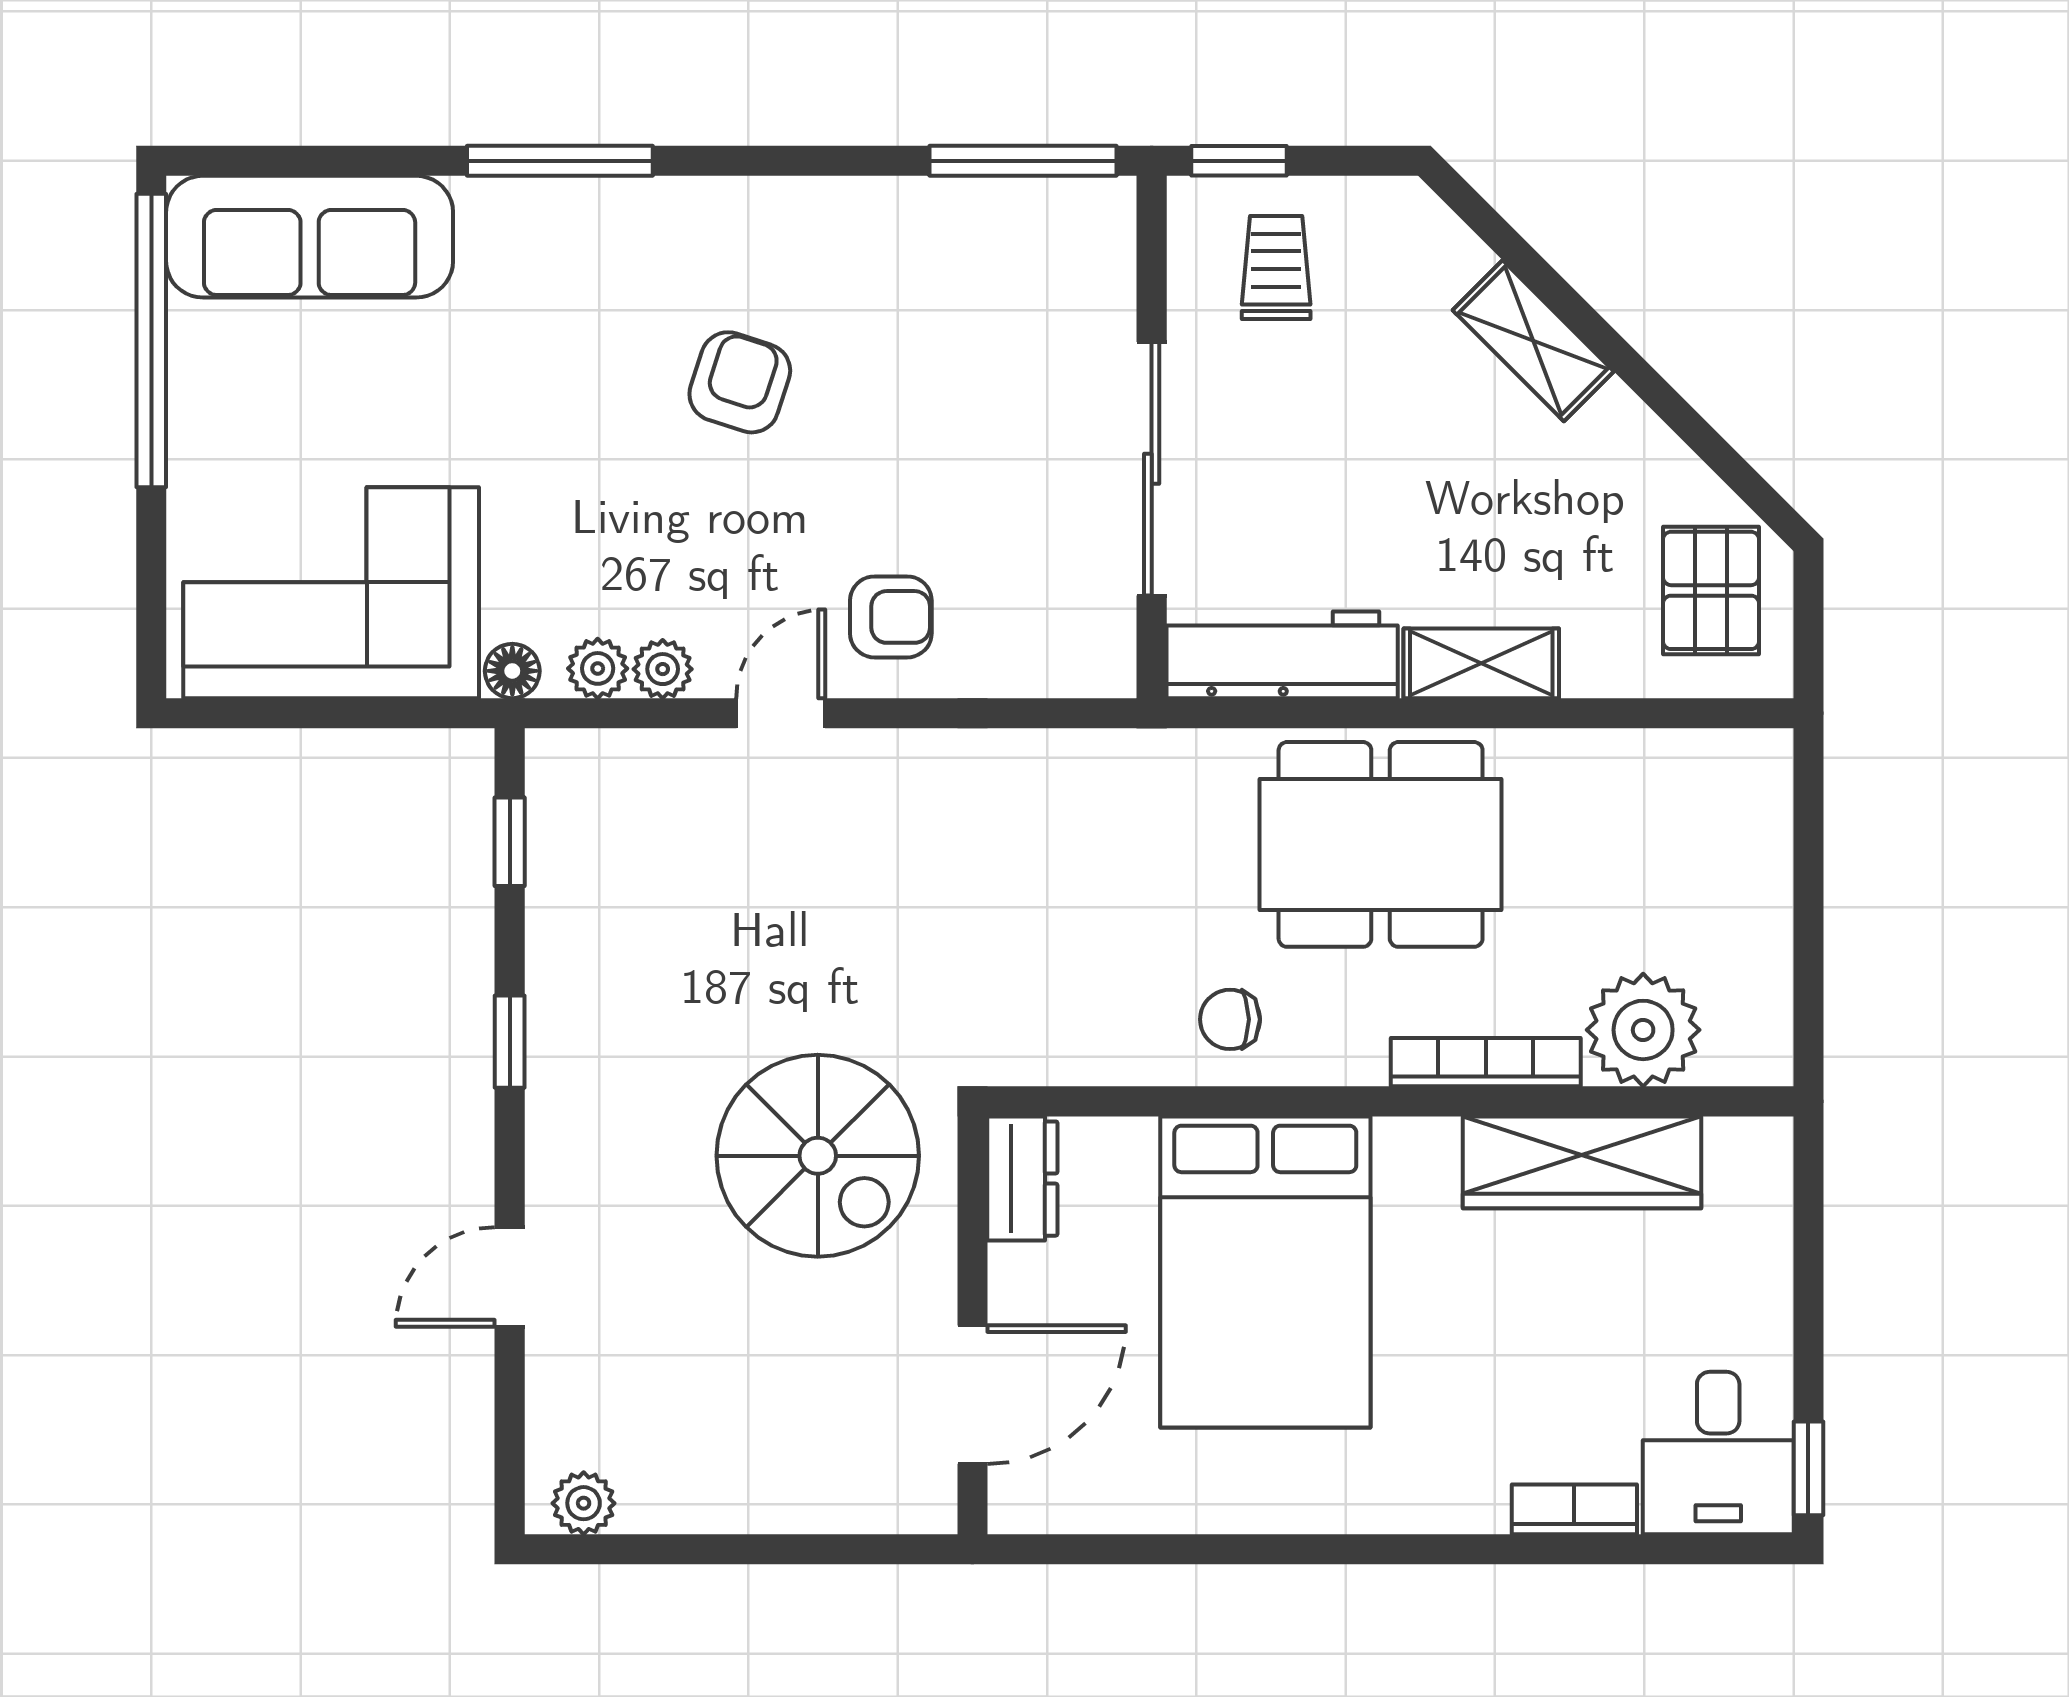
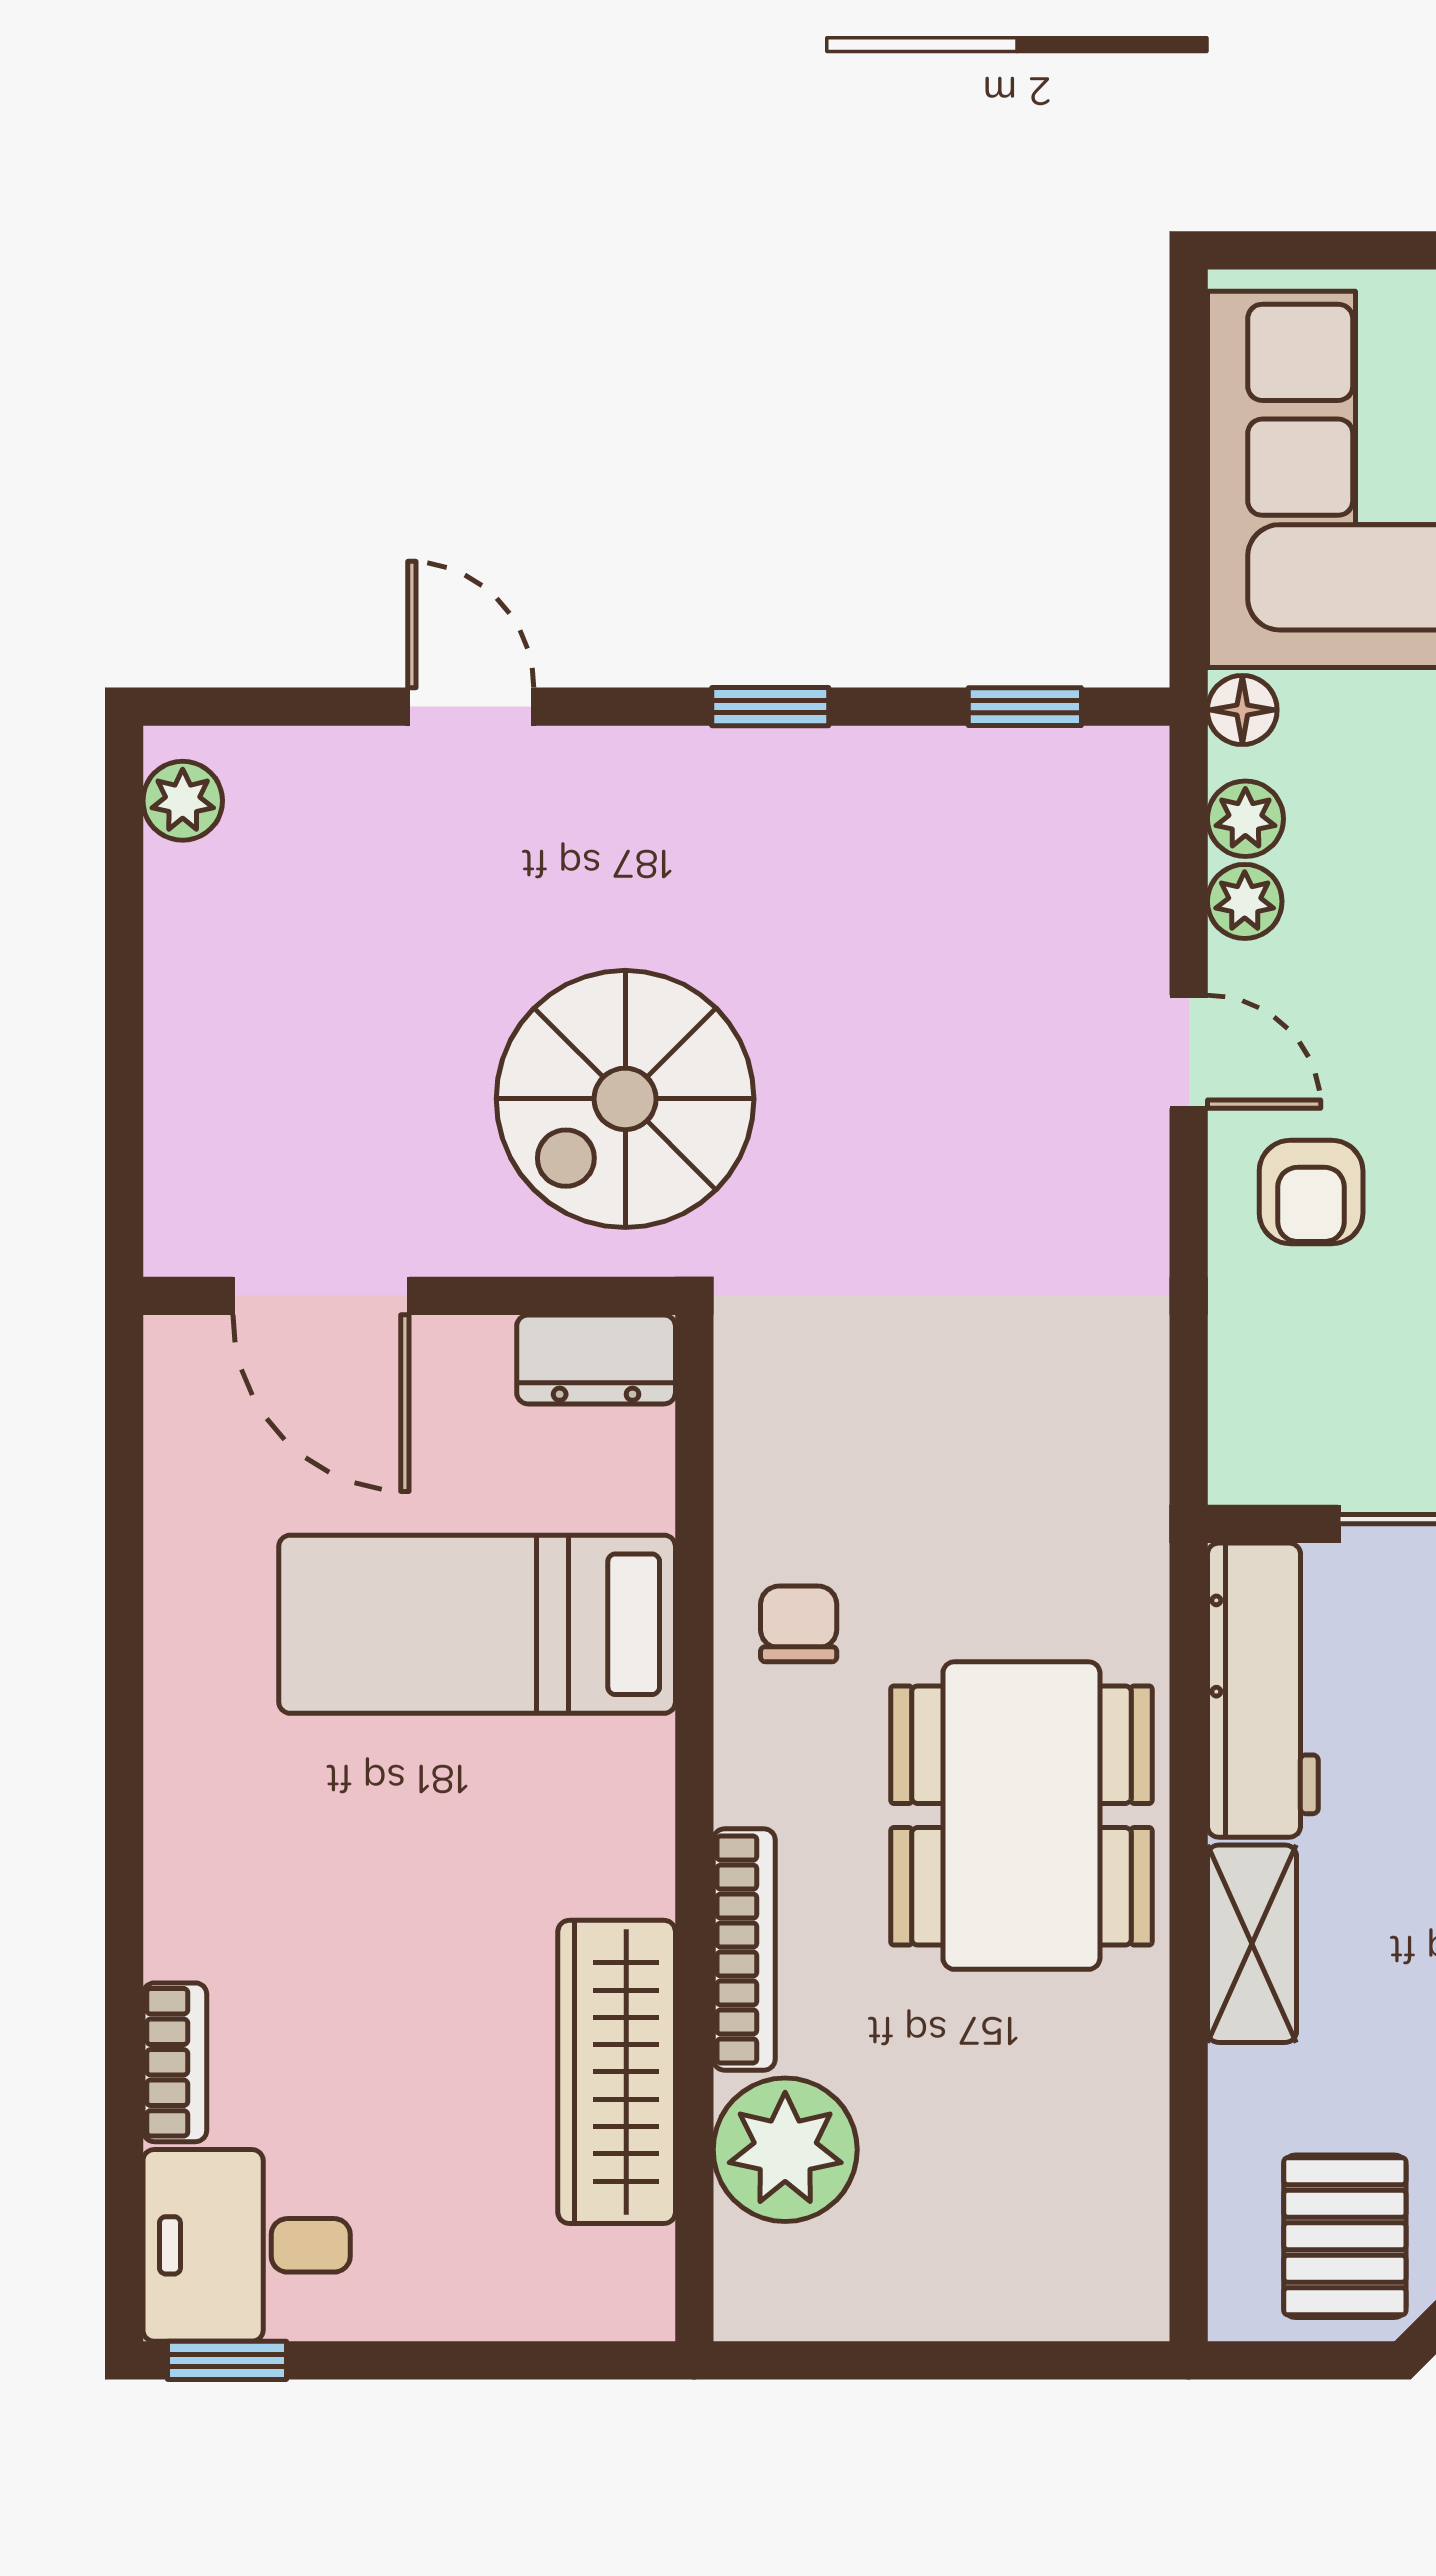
pallet: (1711, 590) -> (1345, 2236), turned 90
bed: (1265, 1272) -> (477, 1624), width x0.67

